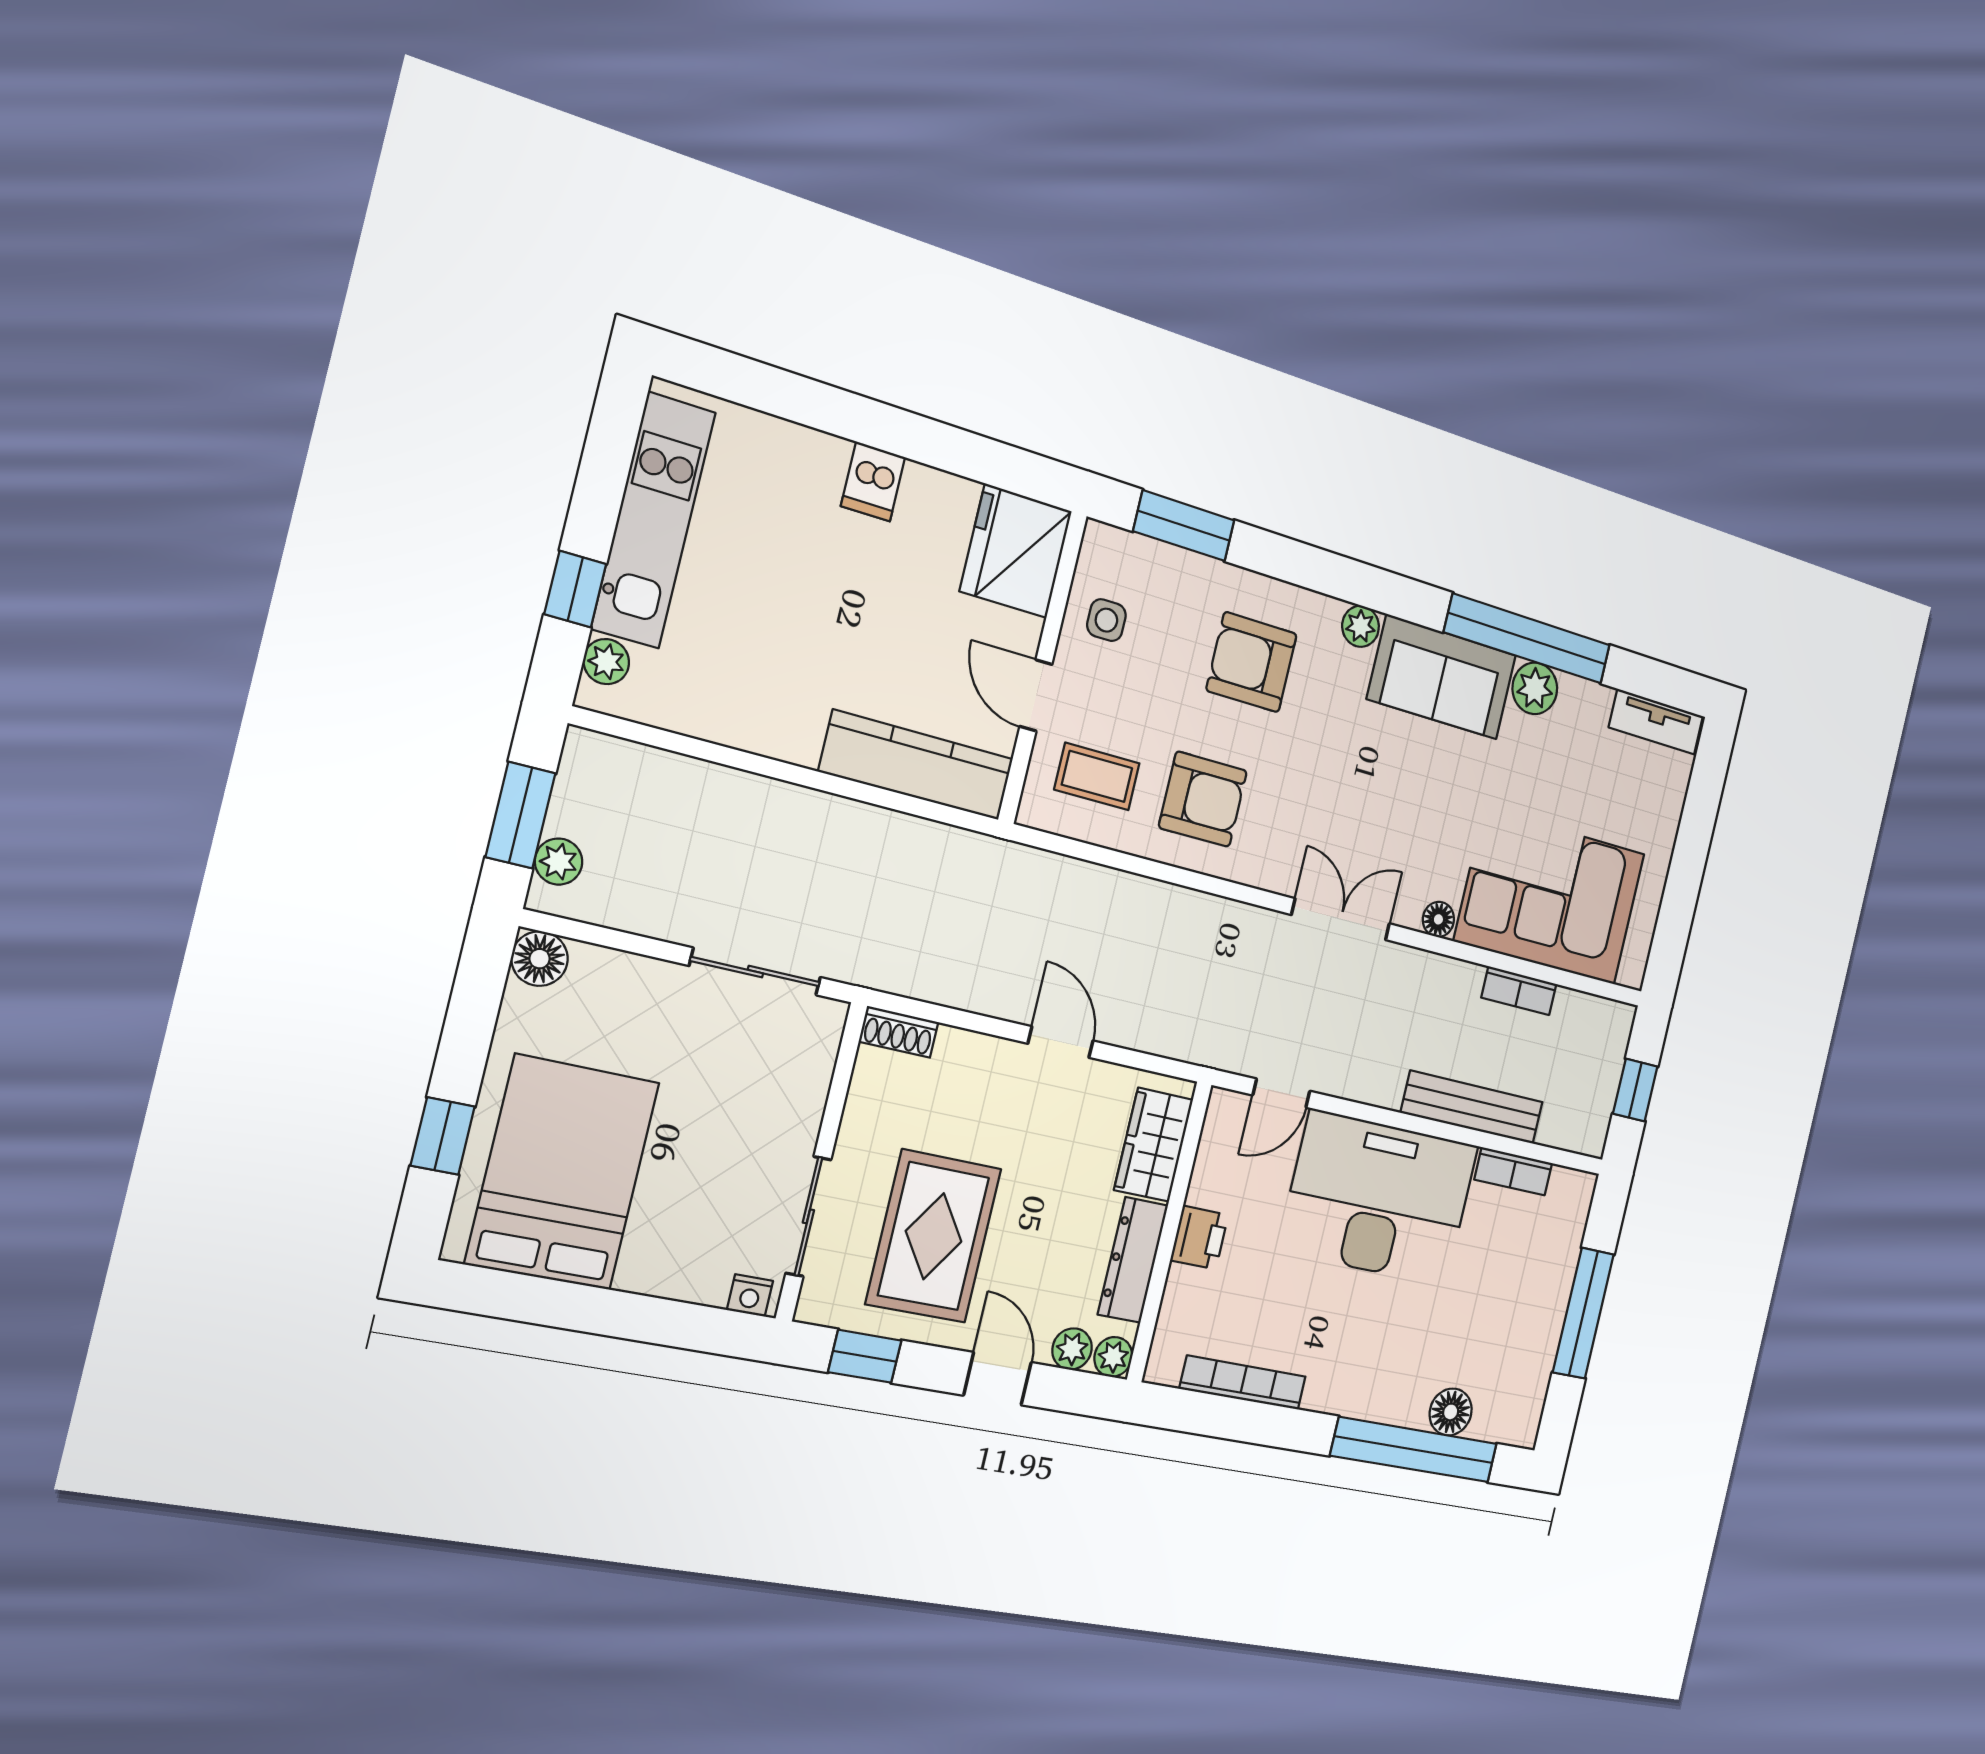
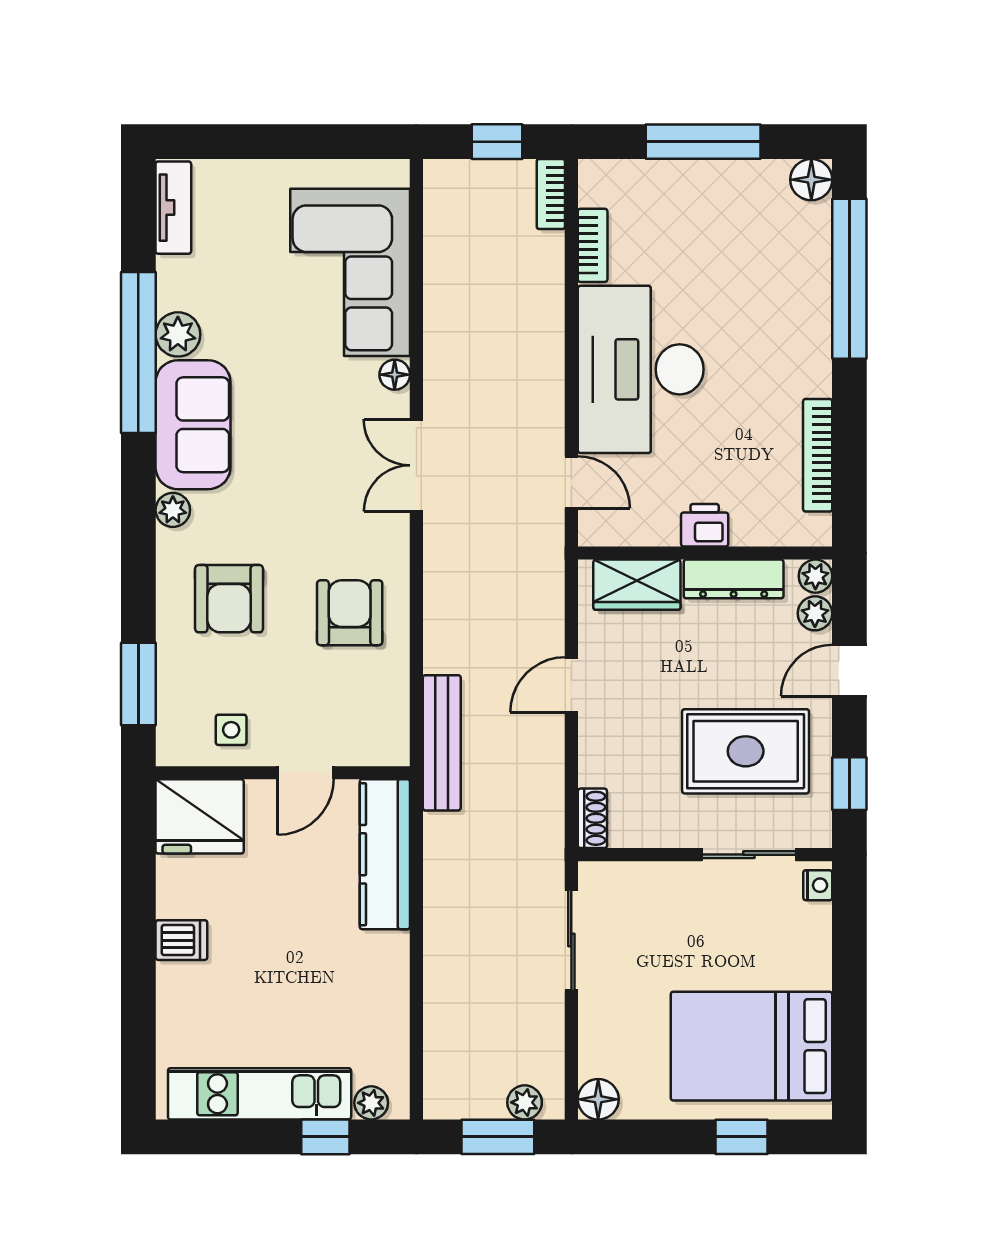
coffee table: (1097, 776) -> (355, 707), removed
bookcase: (1519, 991) -> (551, 194), moved, turned 180
bench: (1472, 1107) -> (442, 743), moved
floor lamp: (1451, 1412) -> (811, 180), moved

